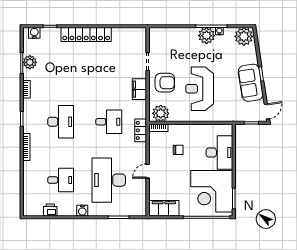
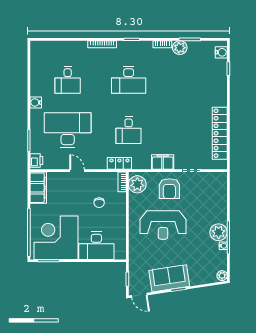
locker: (86, 34) -> (220, 133), moved
plant: (244, 36) -> (222, 276), width x0.53, depth x0.53
plant: (30, 62) -> (180, 48), moved
reception desk: (200, 89) -> (163, 225), turned 180
printer: (50, 210) -> (36, 161), moved

